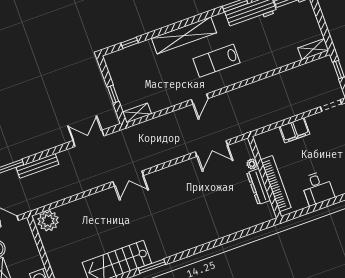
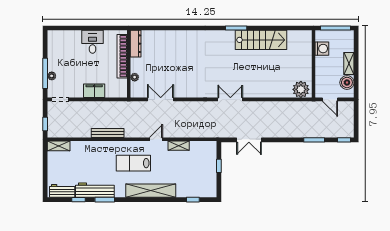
lab bench: (216, 61) -> (133, 163), turned 180
shelving: (137, 113) -> (179, 146), moved
bench: (37, 166) -> (108, 133), moved
dresser: (259, 187) -> (136, 44), moved

